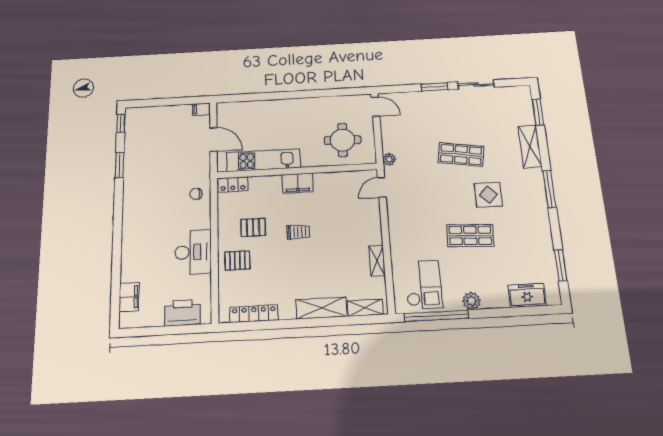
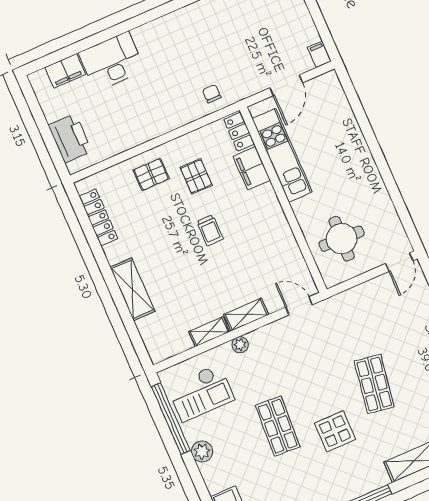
plant: (389, 159) -> (240, 345), moved
filing cabinet: (298, 183) -> (252, 168), moved
desk: (193, 252) -> (112, 61), moved, turned 180
pallet: (237, 260) -> (151, 174), turned 90
shelving: (365, 308) -> (246, 315), moved, turned 90

